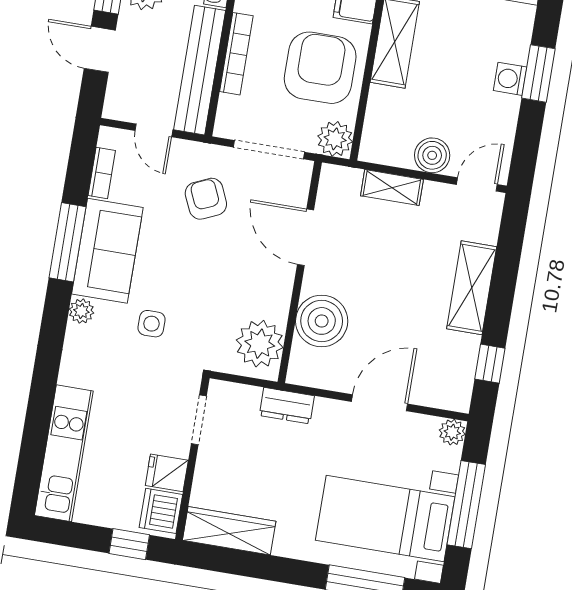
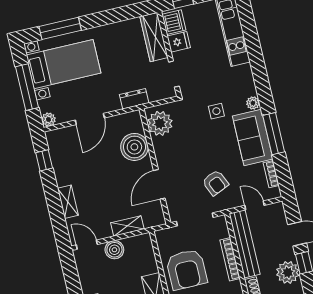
plant: (335, 139) -> (165, 238), removed
door: (477, 184) -> (87, 245), swing flipped
door: (306, 237) -> (159, 184), swing flipped
shelving: (472, 288) -> (68, 202), width x0.67, depth x0.75
wardrobe: (229, 531) -> (154, 37), moved, turned 90

